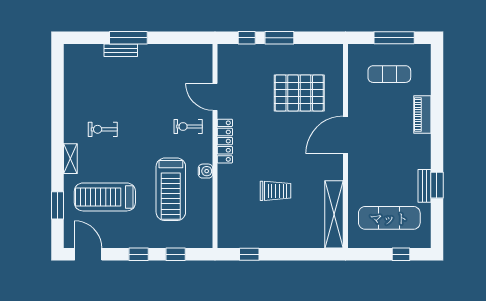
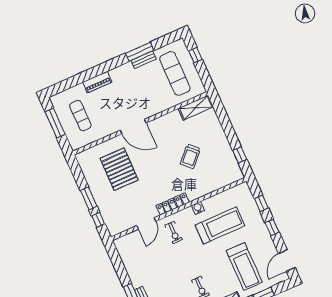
window: (437, 185) -> (139, 52), width x1.44
trolley: (275, 191) -> (190, 156), turned -136
shelving: (334, 214) -> (196, 108), width x0.68

